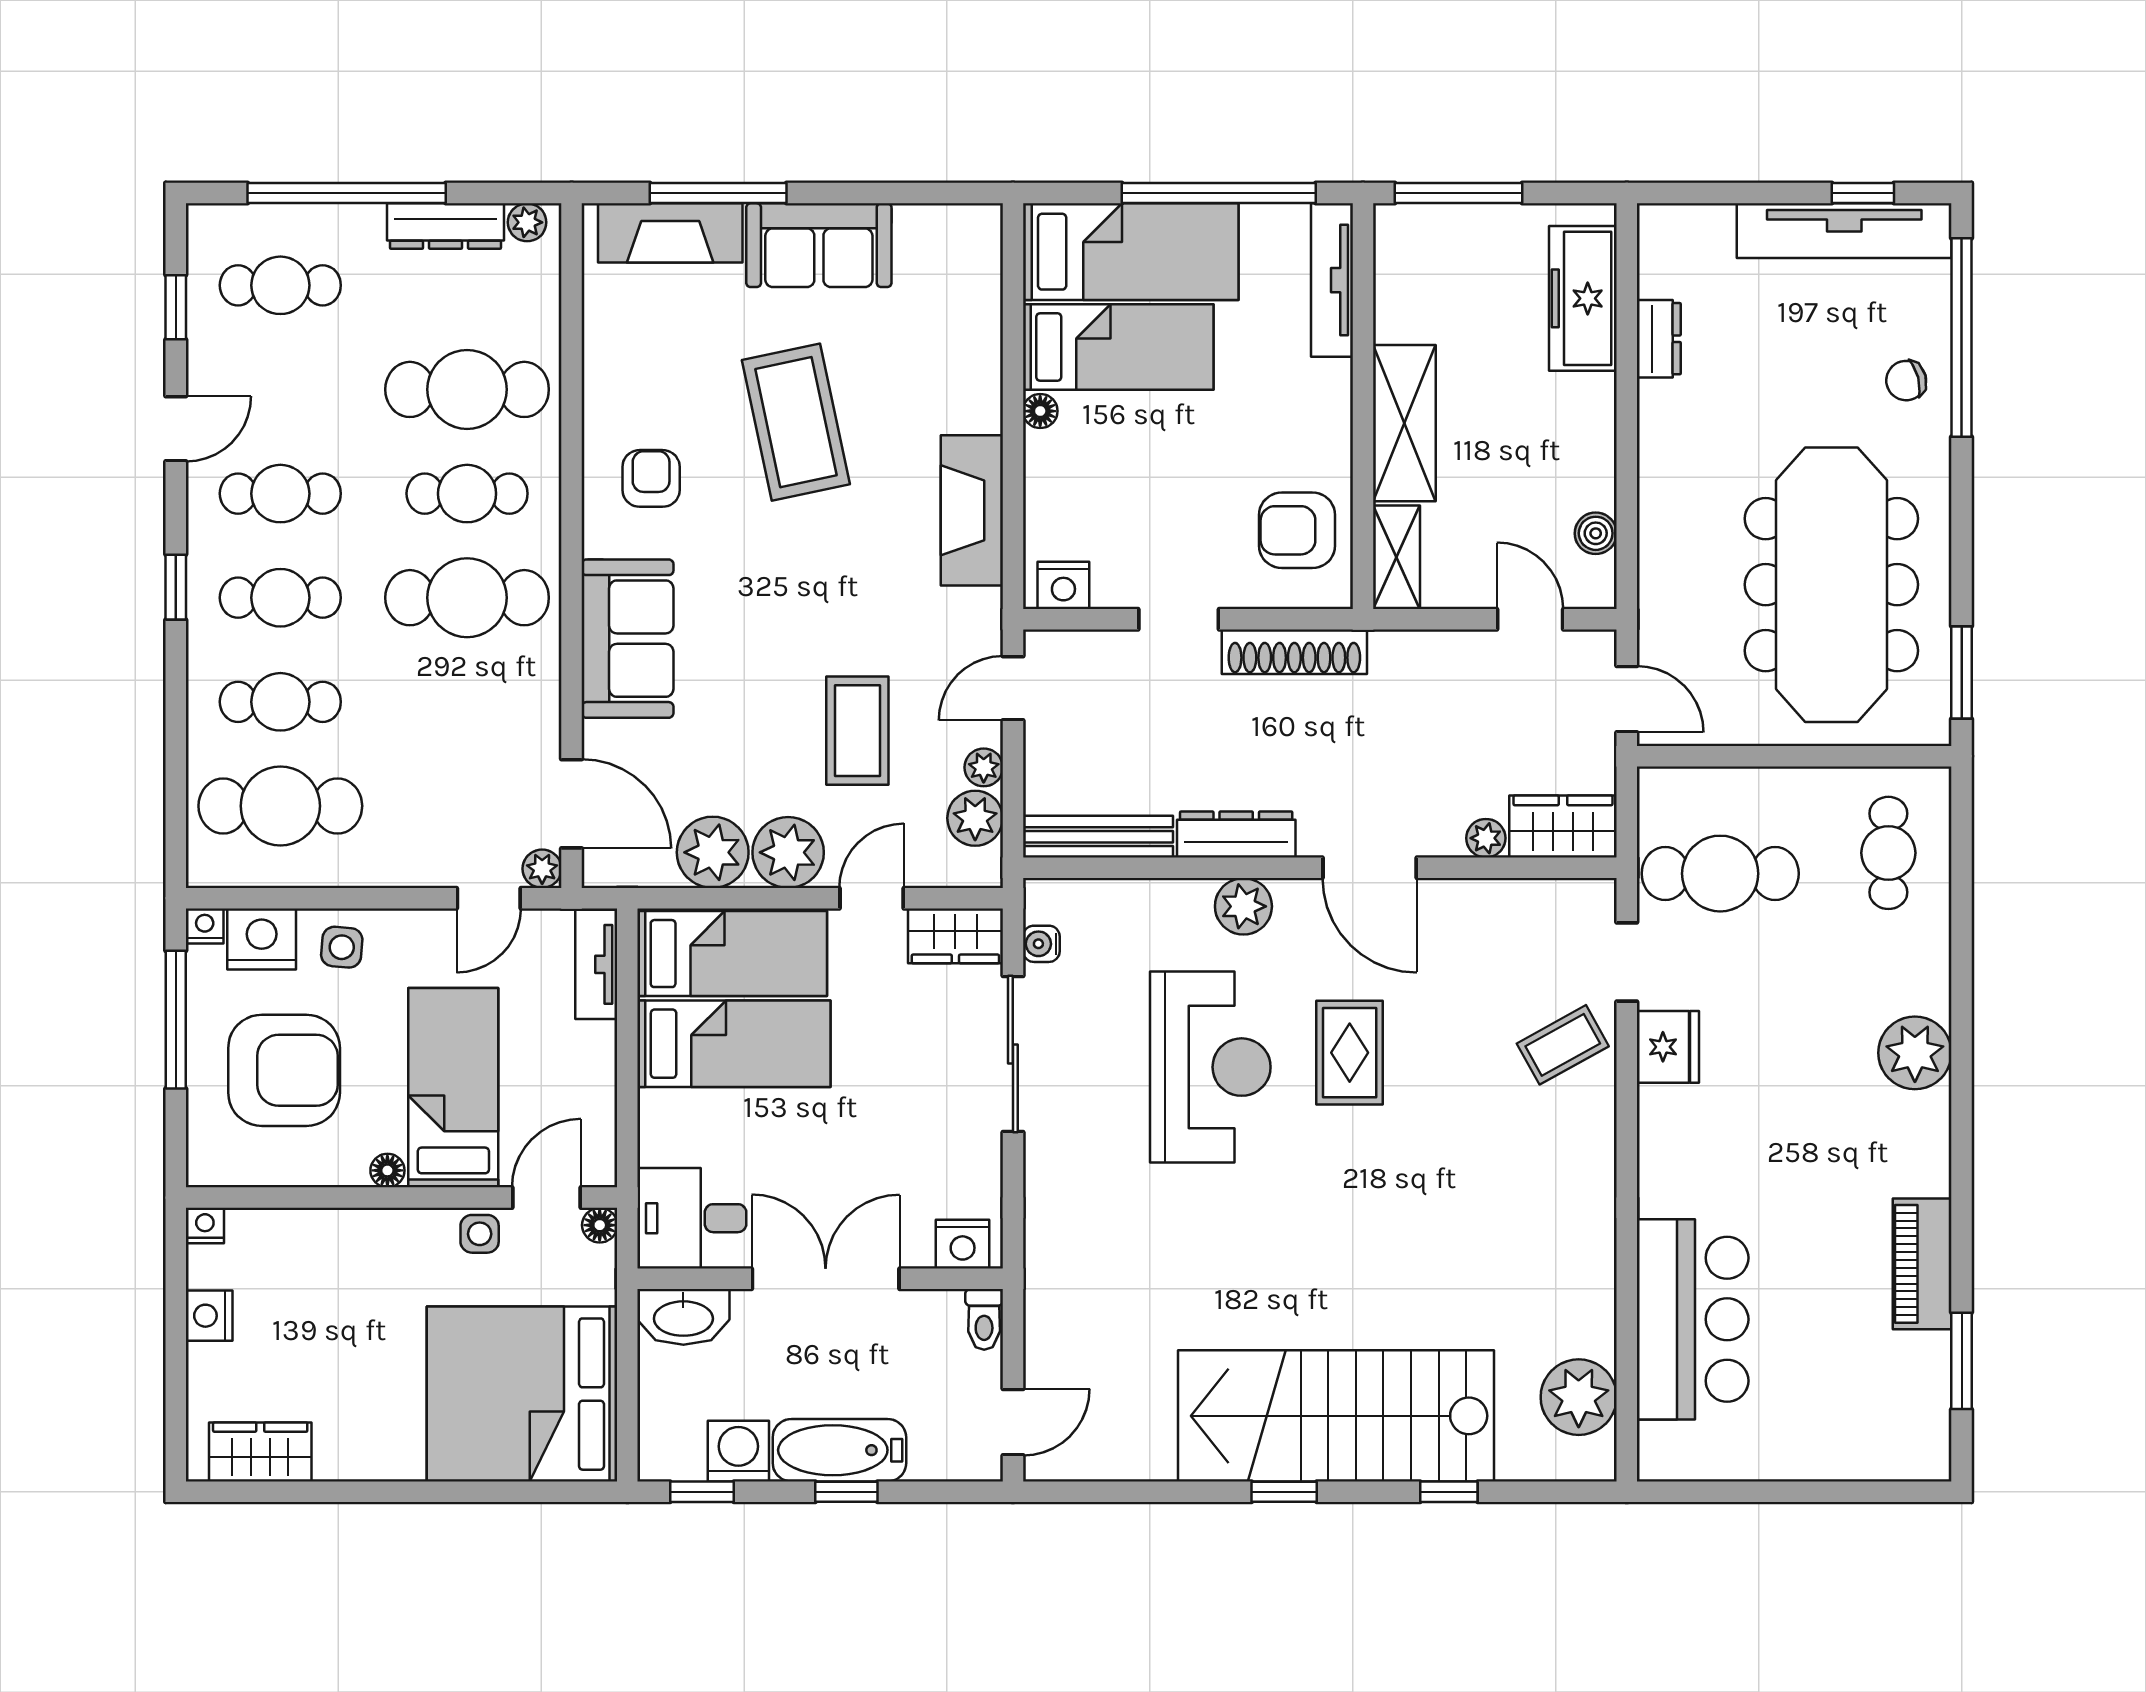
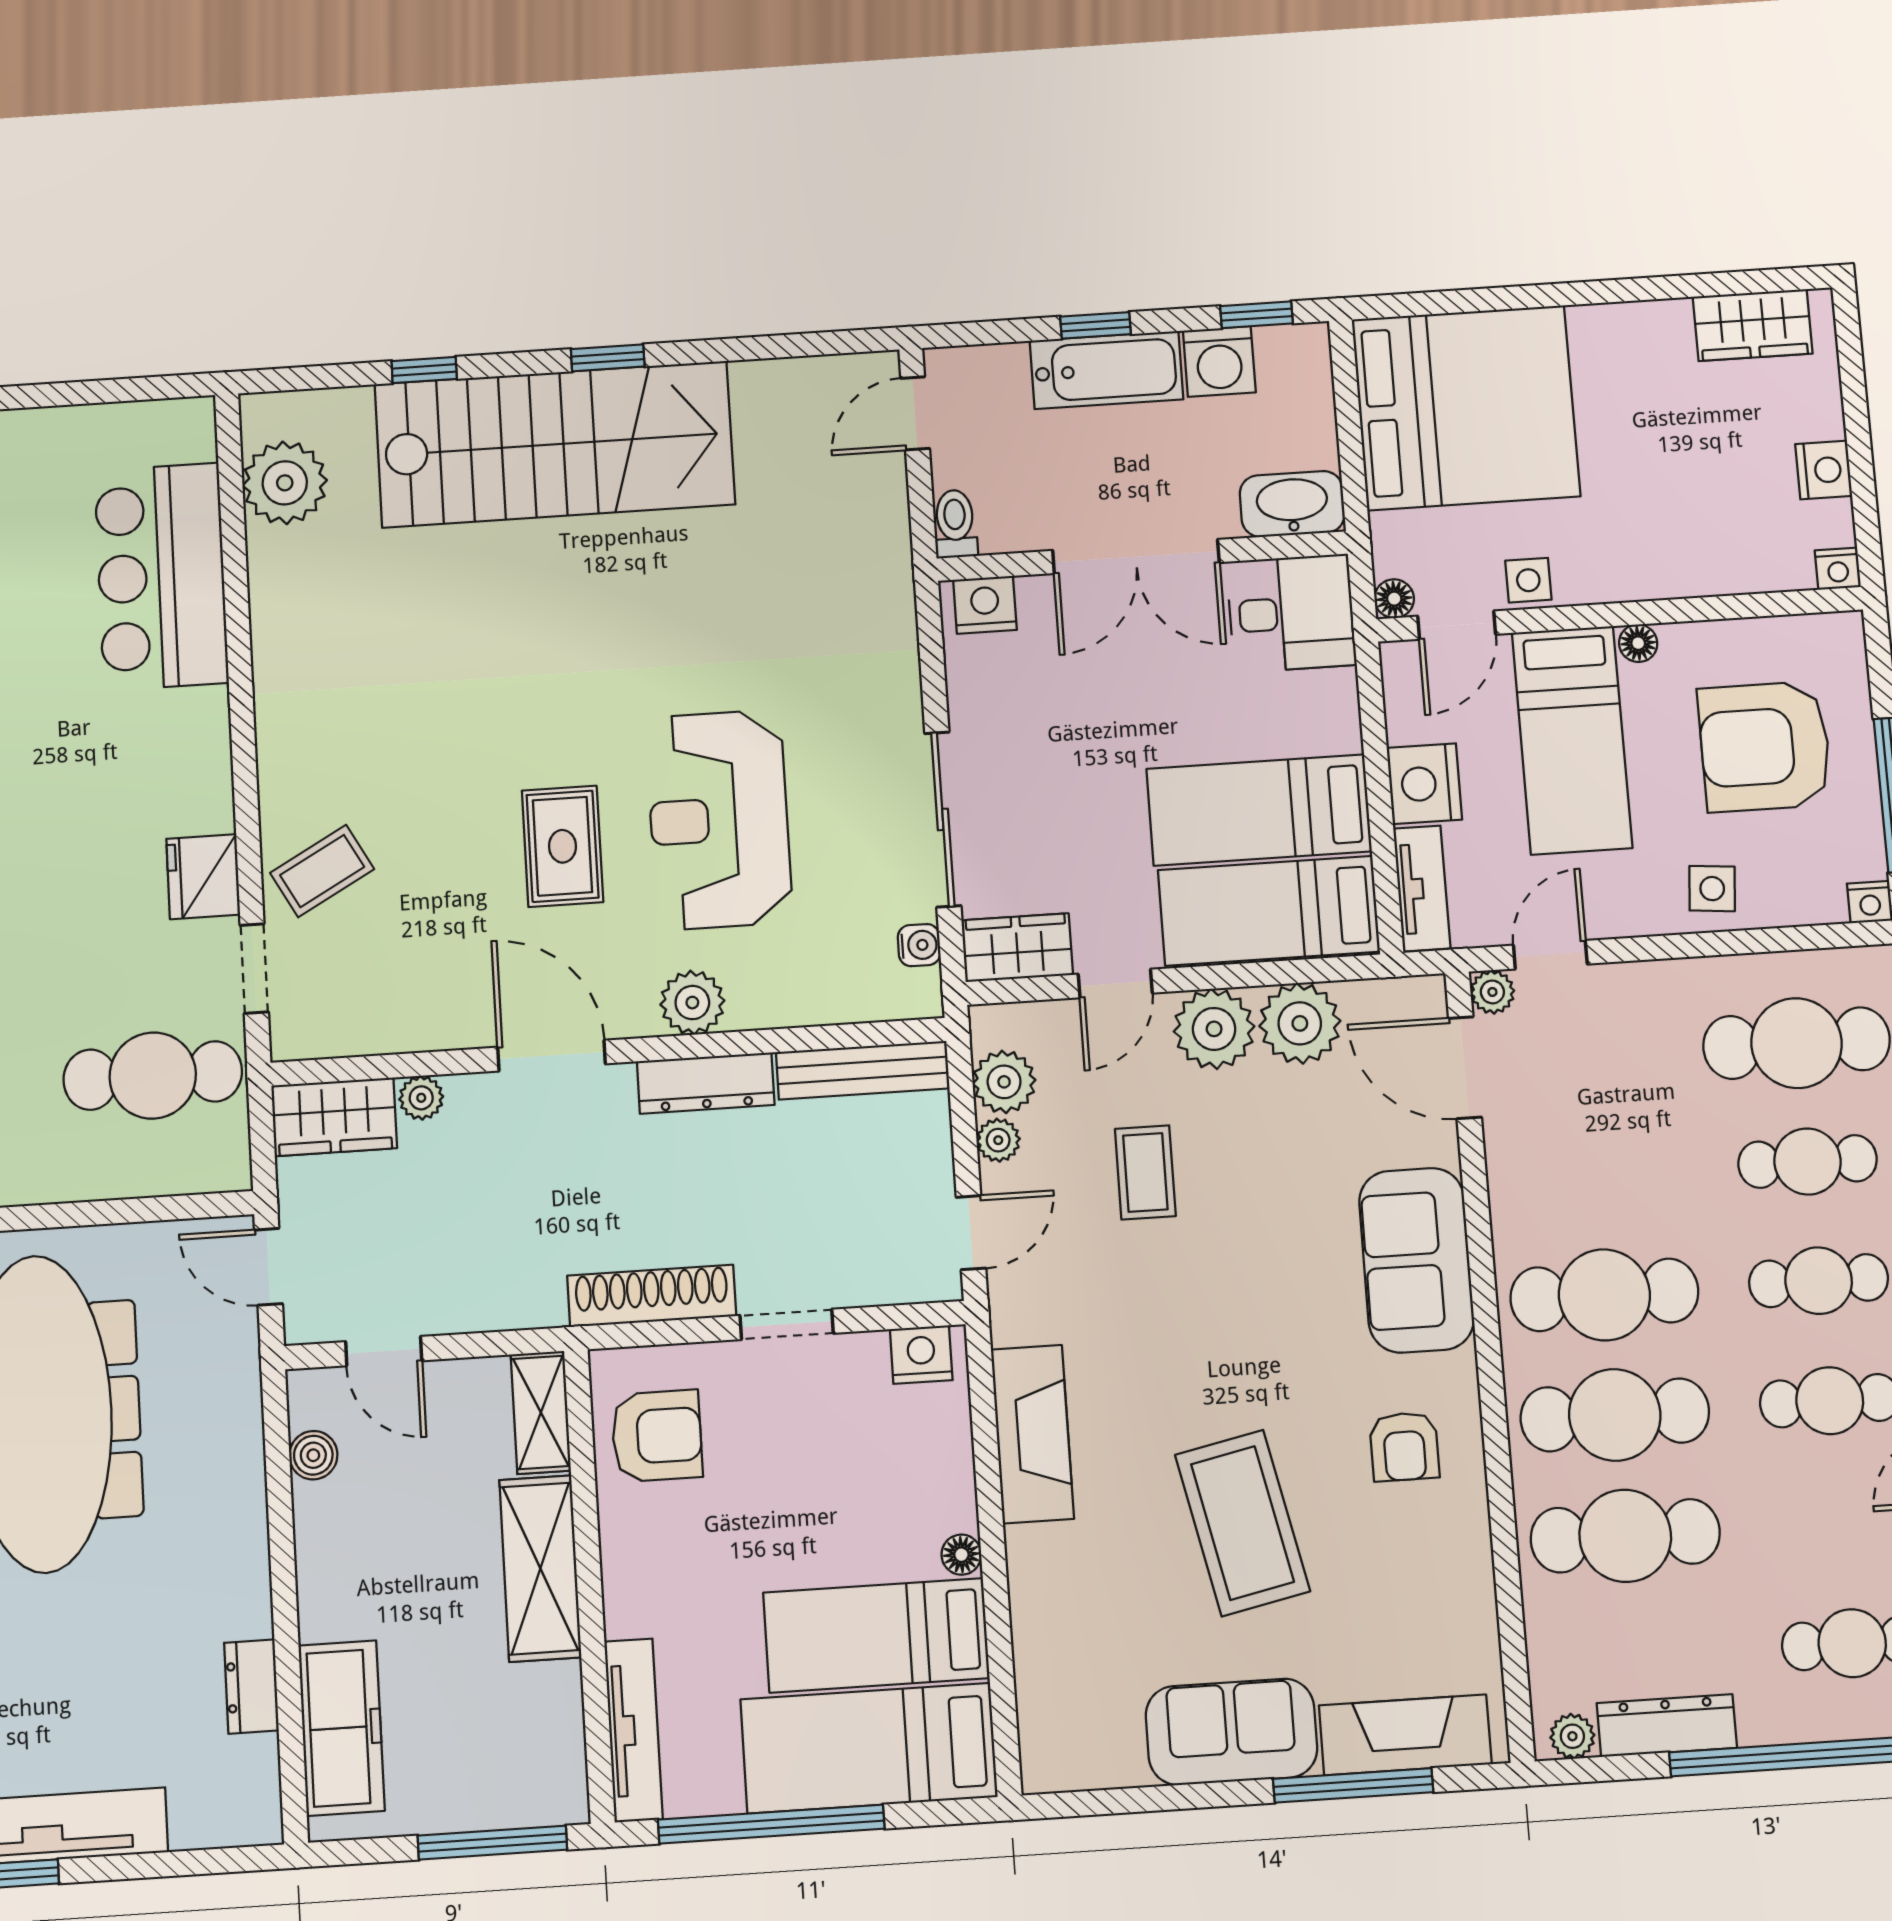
cafe table: (467, 494) -> (1615, 1415), width x1.37, depth x1.35
coffee table: (857, 731) -> (1145, 1172), width x0.73, depth x0.77
nightstand: (262, 939) -> (1424, 784), moved, turned 90

